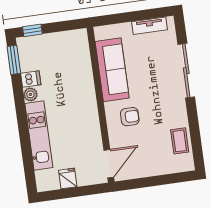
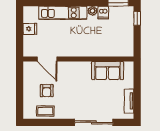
sofa: (112, 70) -> (107, 71), width x0.73
armchair: (130, 117) -> (47, 91), moved
door: (109, 164) -> (47, 59), moved

